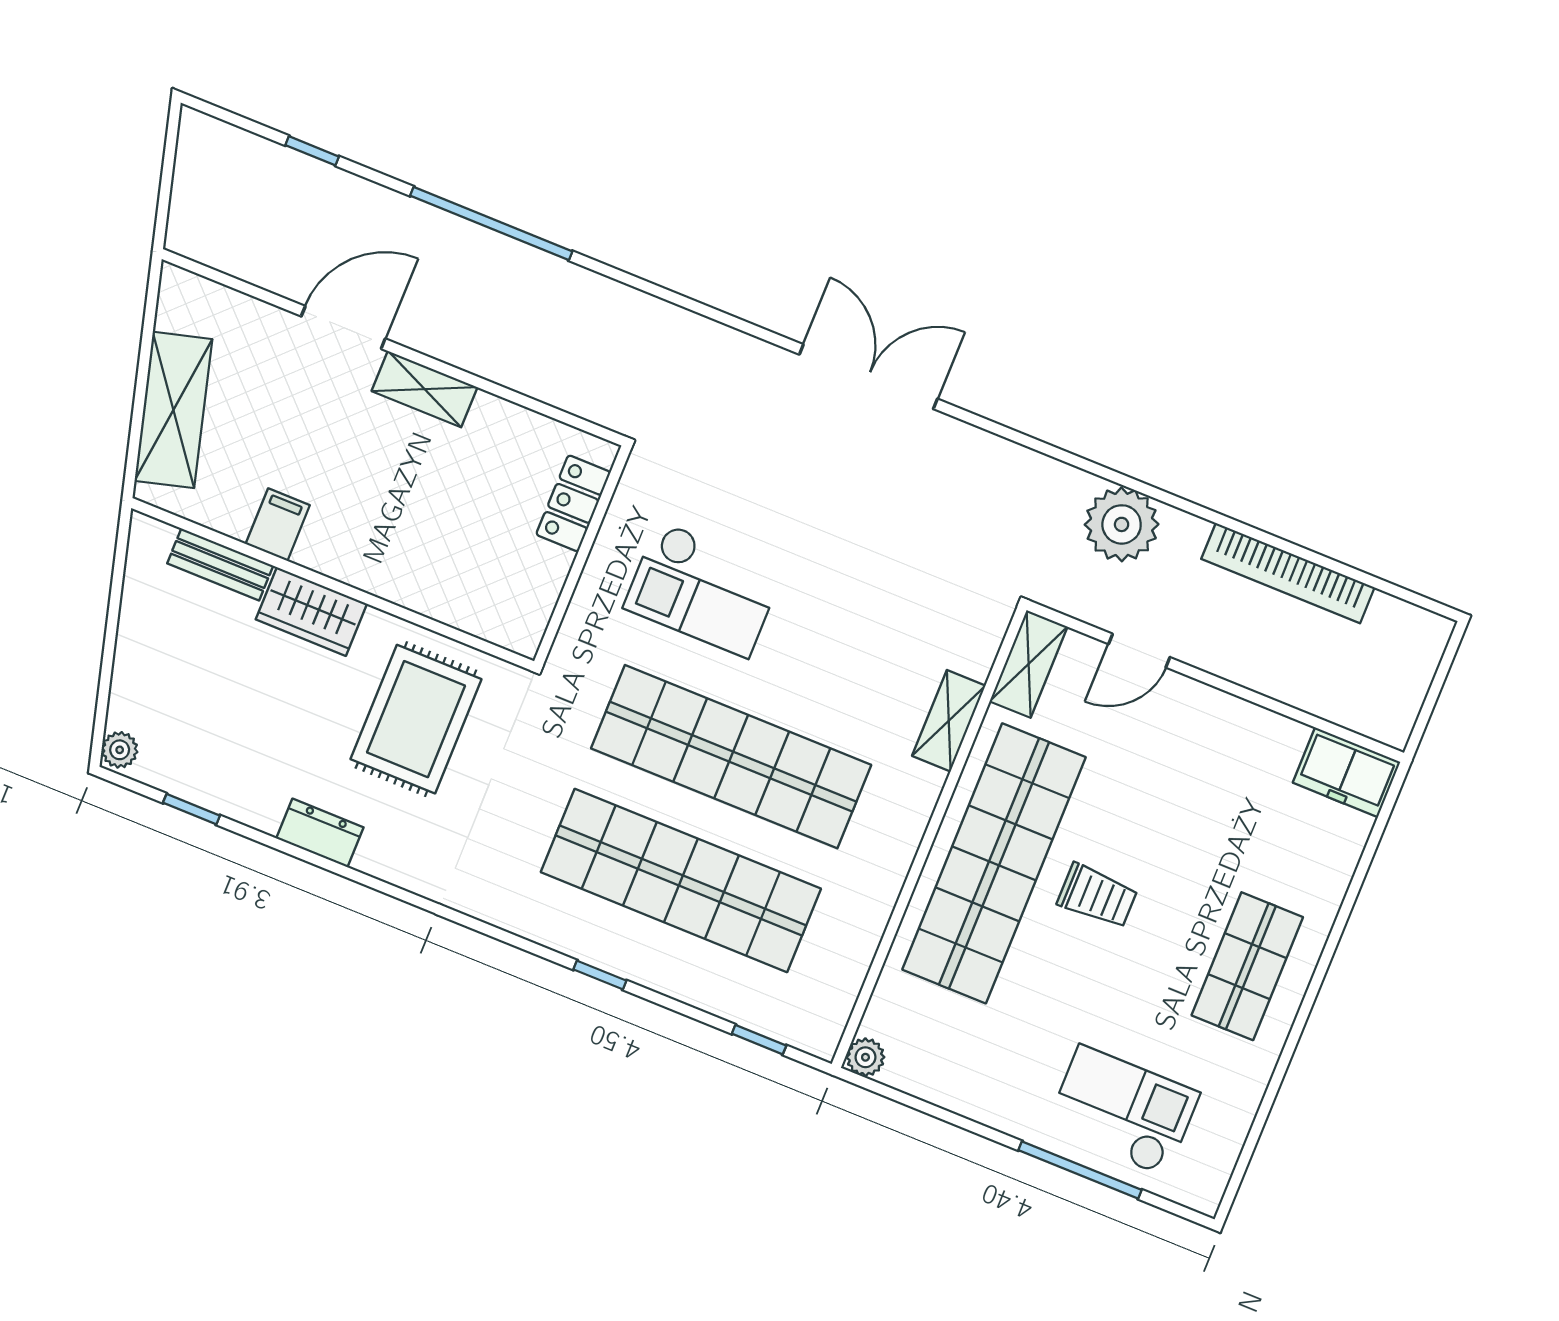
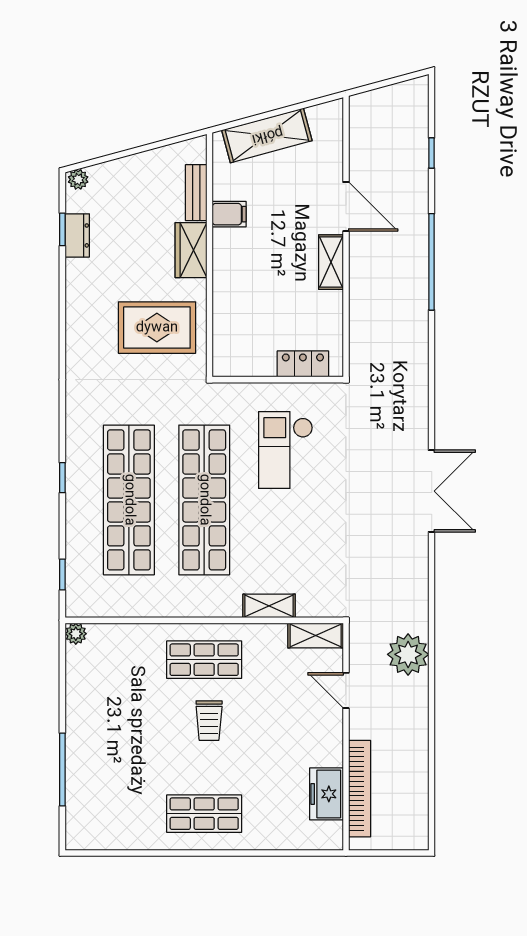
bookcase: (1288, 573) -> (360, 789), moved, turned 180
freezer: (1347, 772) -> (326, 794), moved
dresser: (320, 833) -> (77, 235), moved
shop shelf: (994, 863) -> (204, 660), width x0.50, depth x0.74
checkout: (1123, 1111) -> (102, 779), removed

